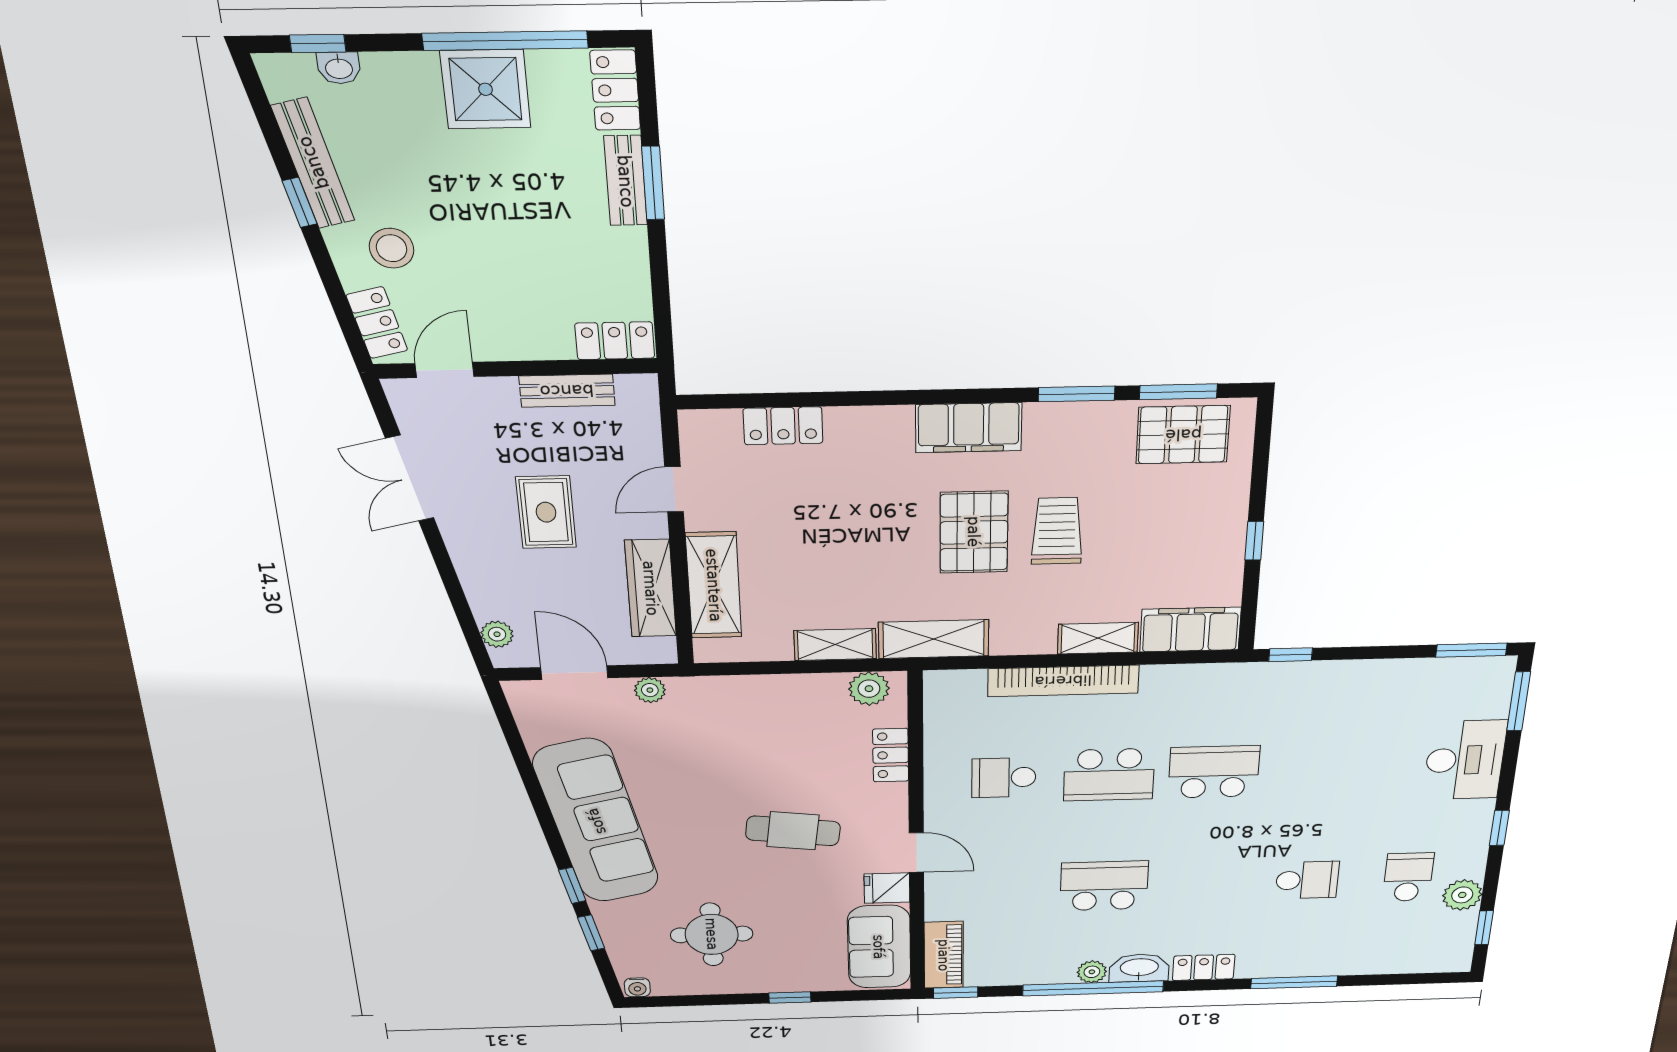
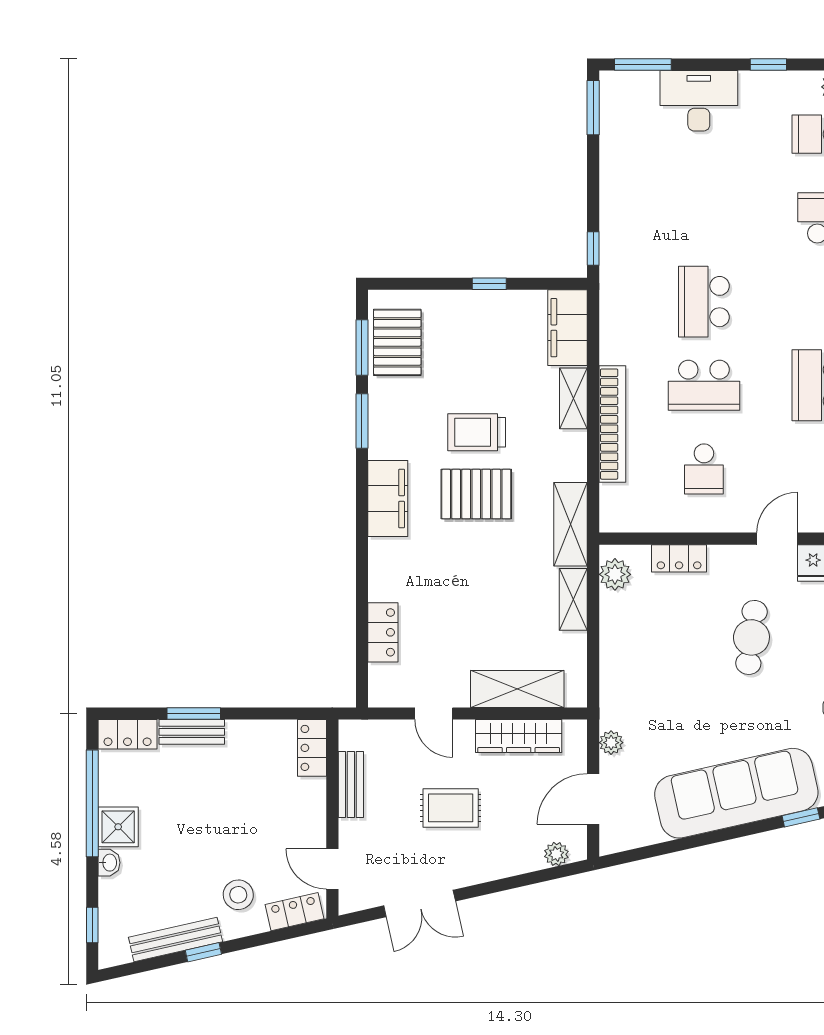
washbasin: (339, 68) -> (109, 863), moved
shower: (486, 89) -> (118, 827), width x0.73, depth x0.73
school desk: (1109, 775) -> (704, 385), turned 90

